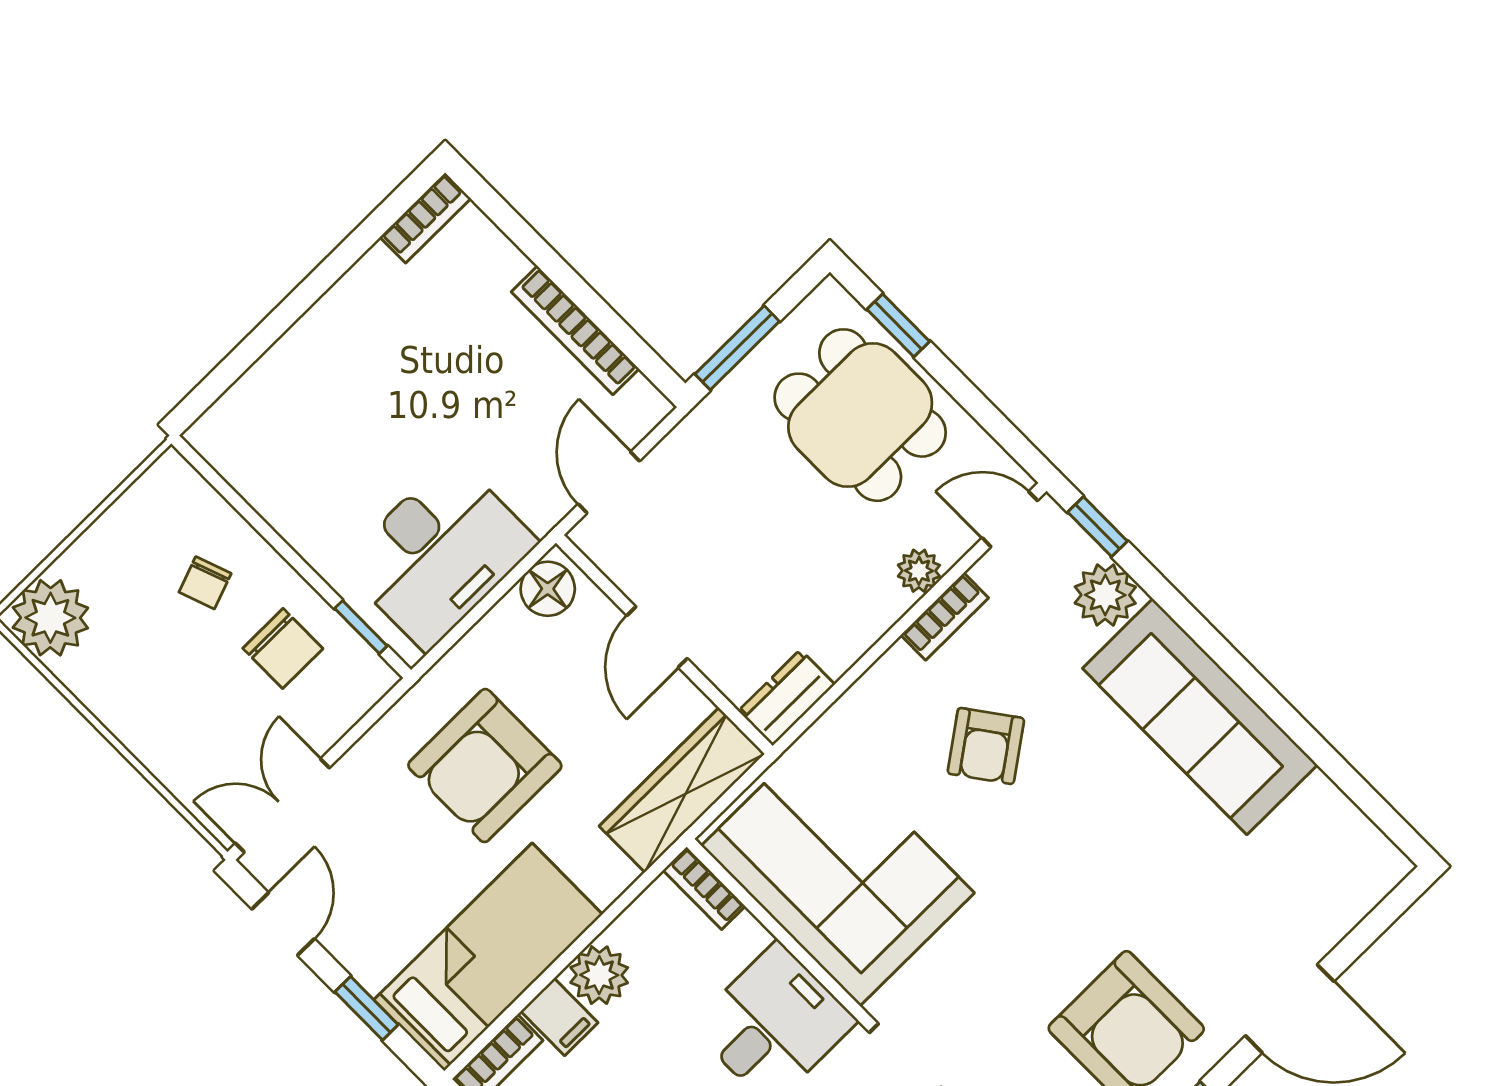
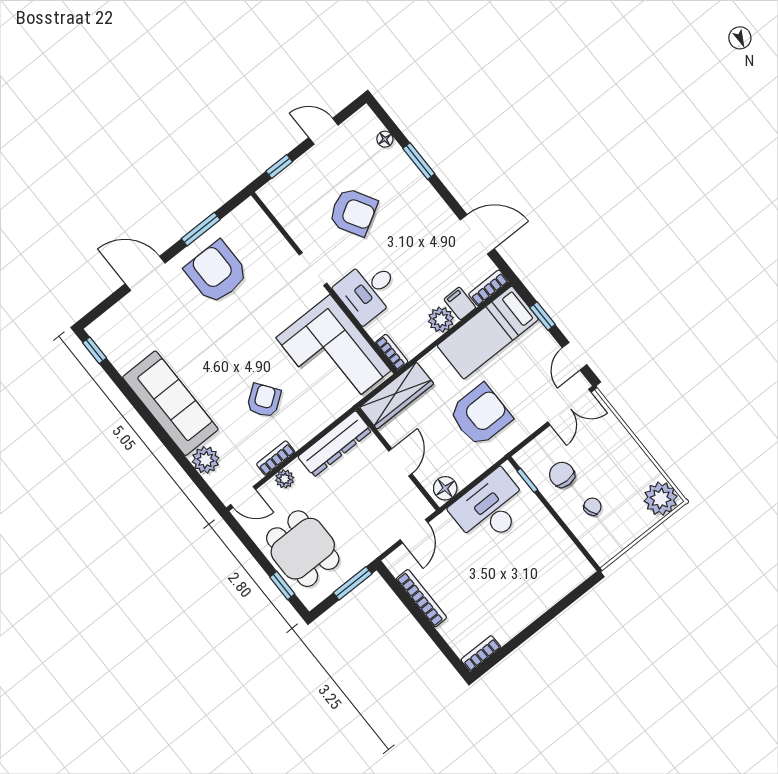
window: (1098, 527) -> (95, 350), moved
dresser: (787, 698) -> (335, 444), width x1.96, depth x1.24

